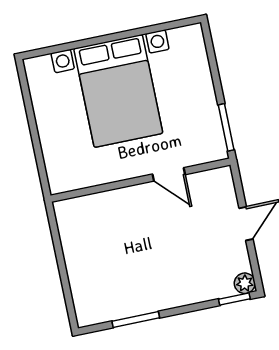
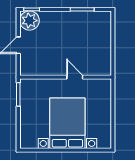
door: (169, 174) -> (75, 77), moved
plant: (245, 283) -> (29, 21), width x1.88, depth x1.88

